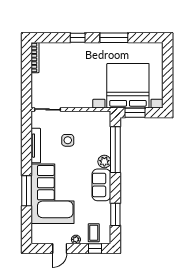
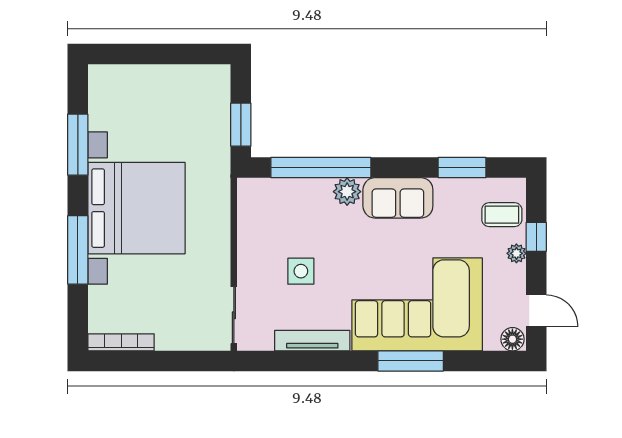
window: (78, 38) -> (78, 250), width x2.17
window: (114, 38) -> (78, 145), moved
bed with nightstands: (128, 86) -> (136, 208), moved, turned 180
floor lamp: (36, 238) -> (512, 339), added
door: (60, 249) -> (536, 311), moved
window: (95, 249) -> (536, 237), moved

